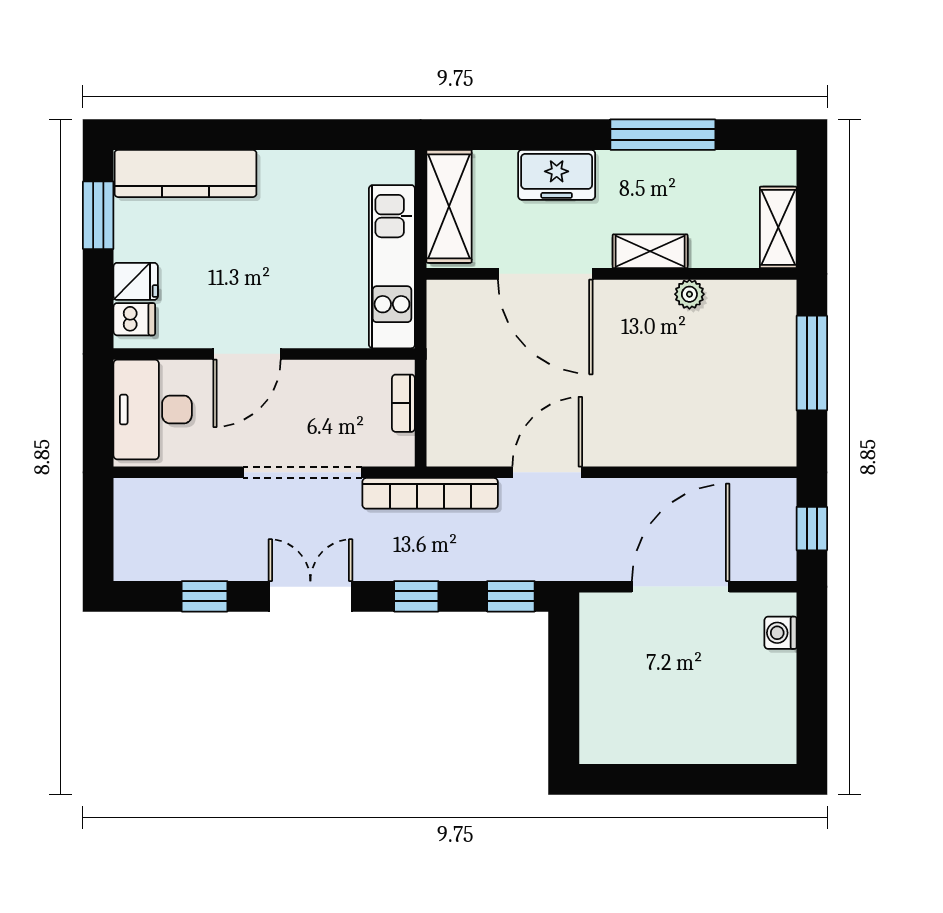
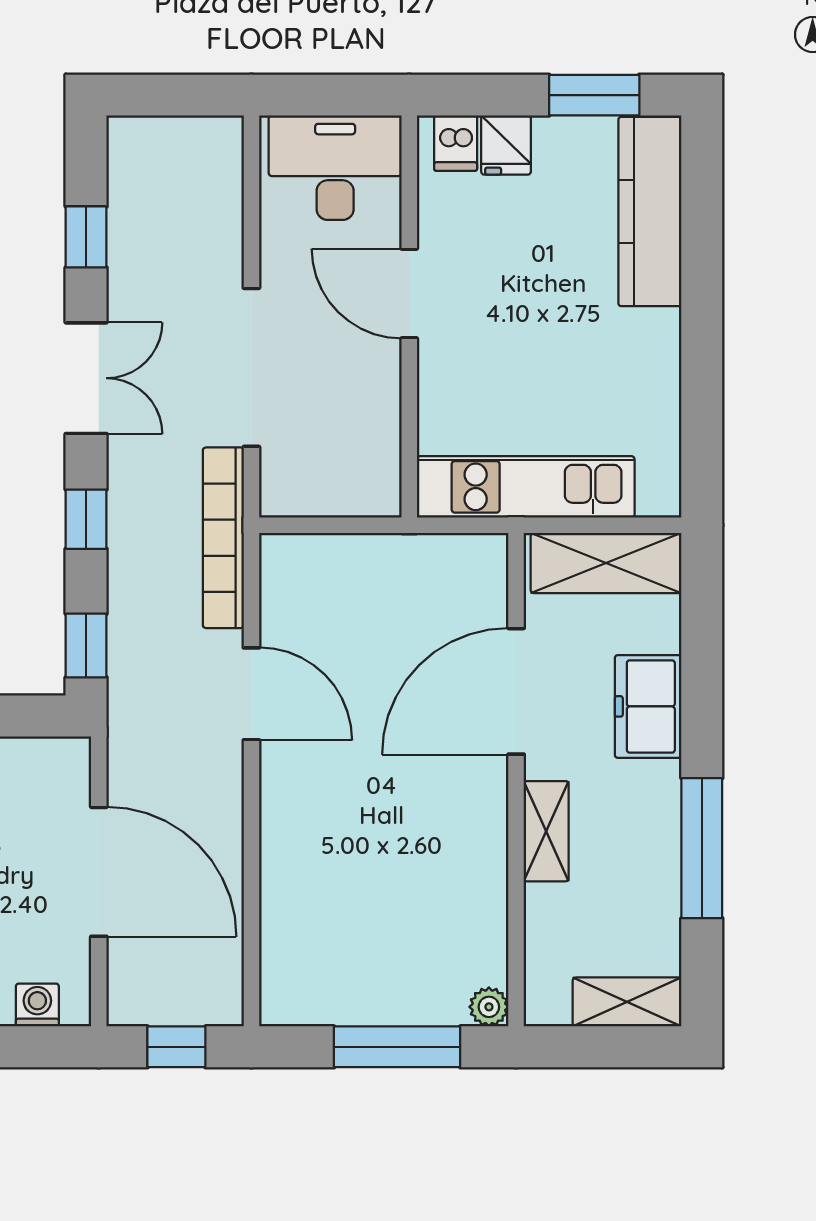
shelving: (778, 227) -> (627, 1002), moved
plant: (689, 294) -> (489, 1007), moved
bookcase: (403, 403) -> (344, 502), removed

